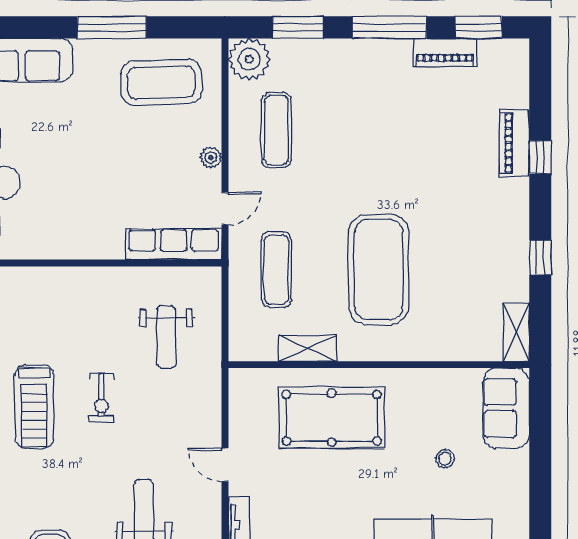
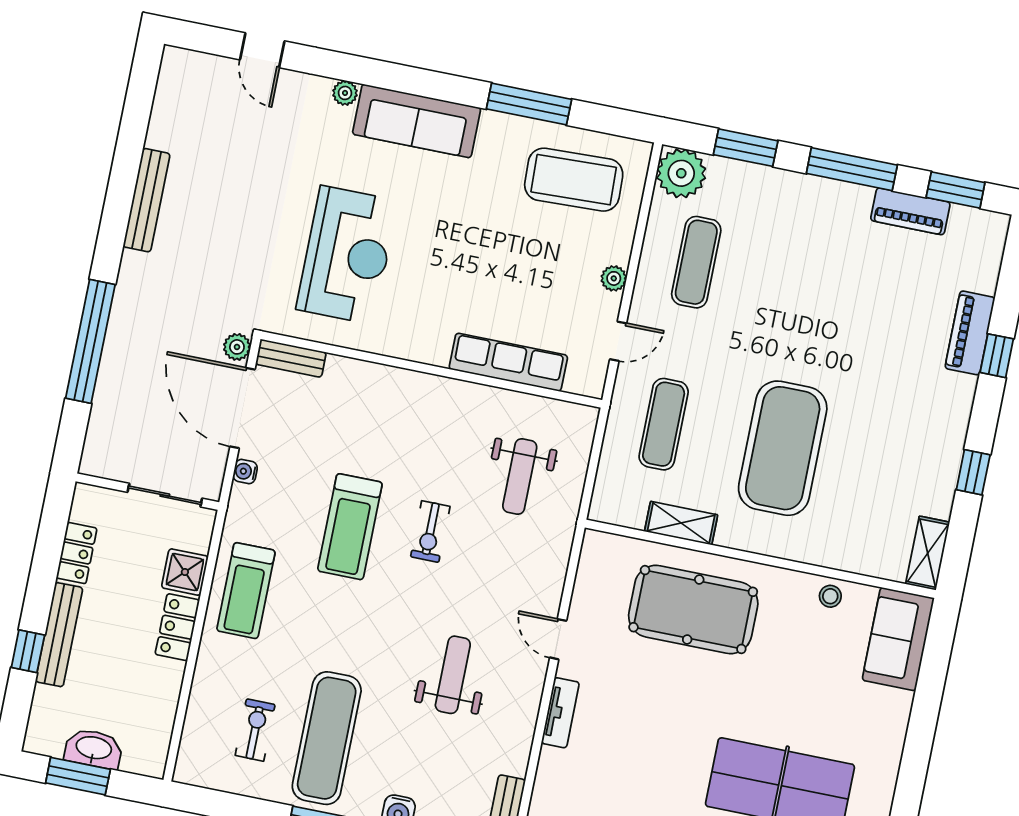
row of seats: (174, 244) -> (508, 362), moved
stool: (445, 459) -> (830, 596), moved

